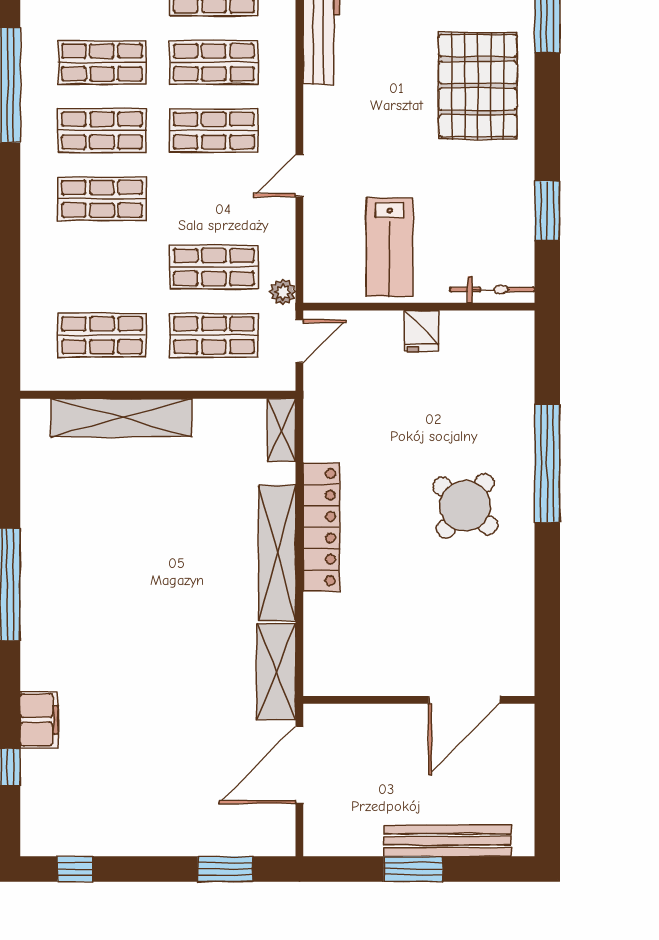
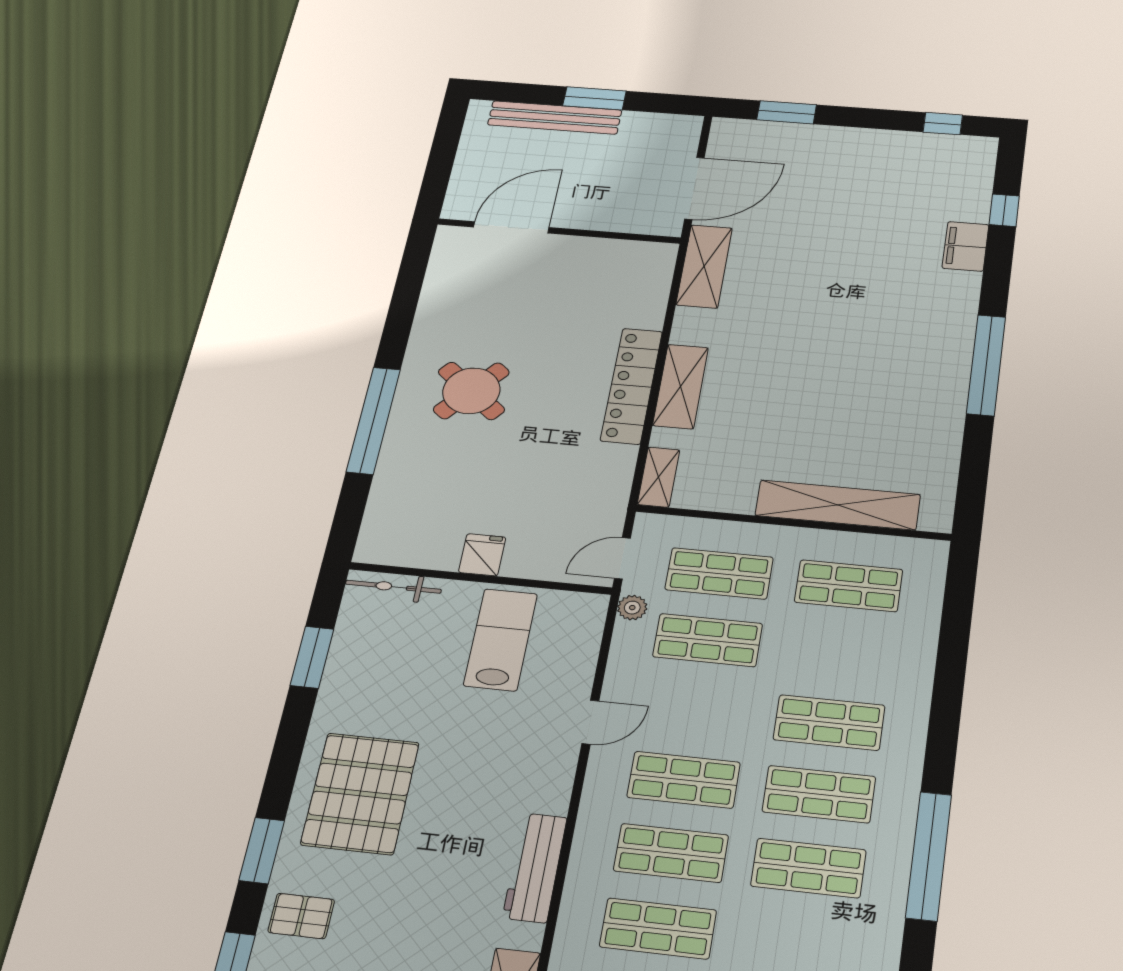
shelving: (277, 553) -> (681, 386), width x0.68

